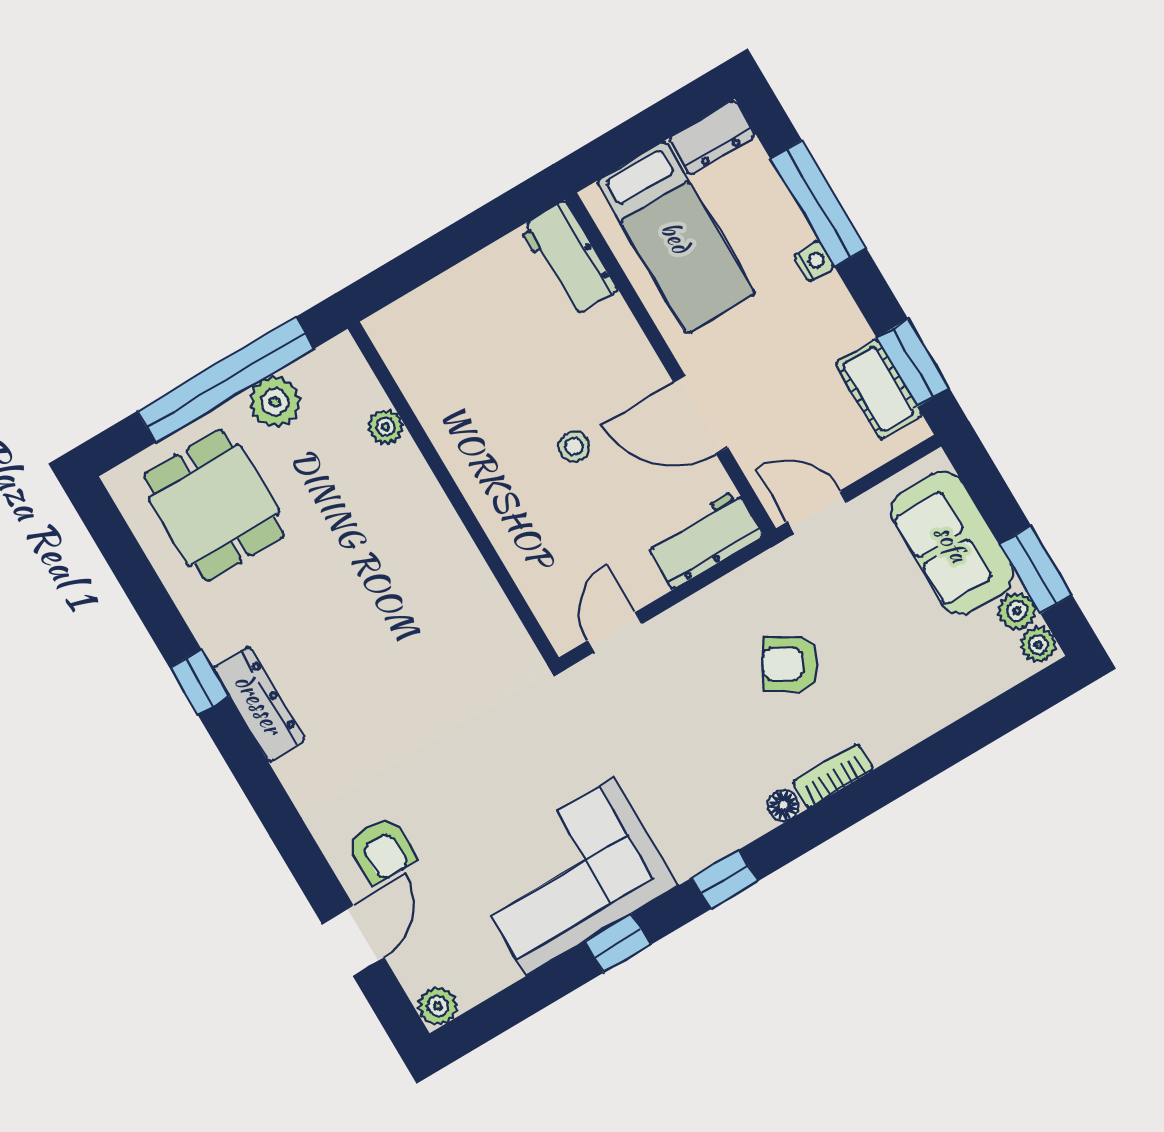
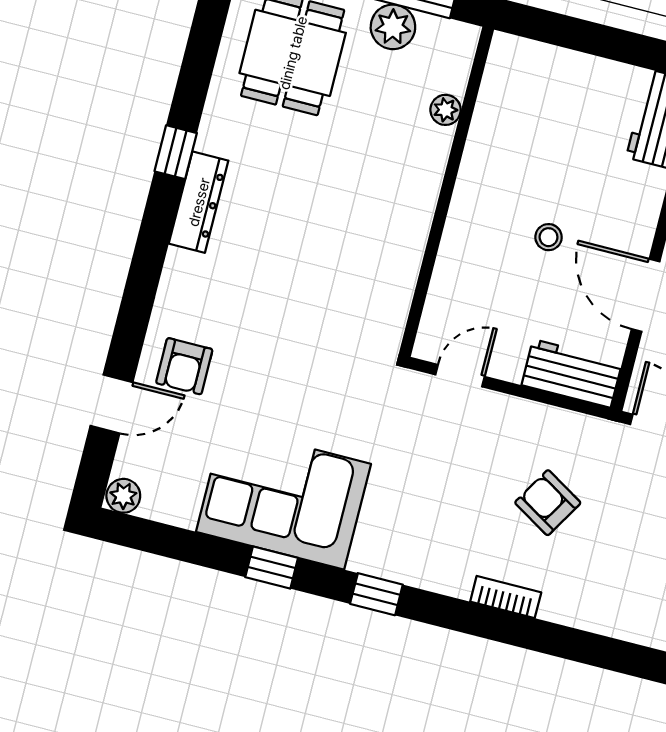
floor lamp: (783, 805) -> (457, 585), removed

